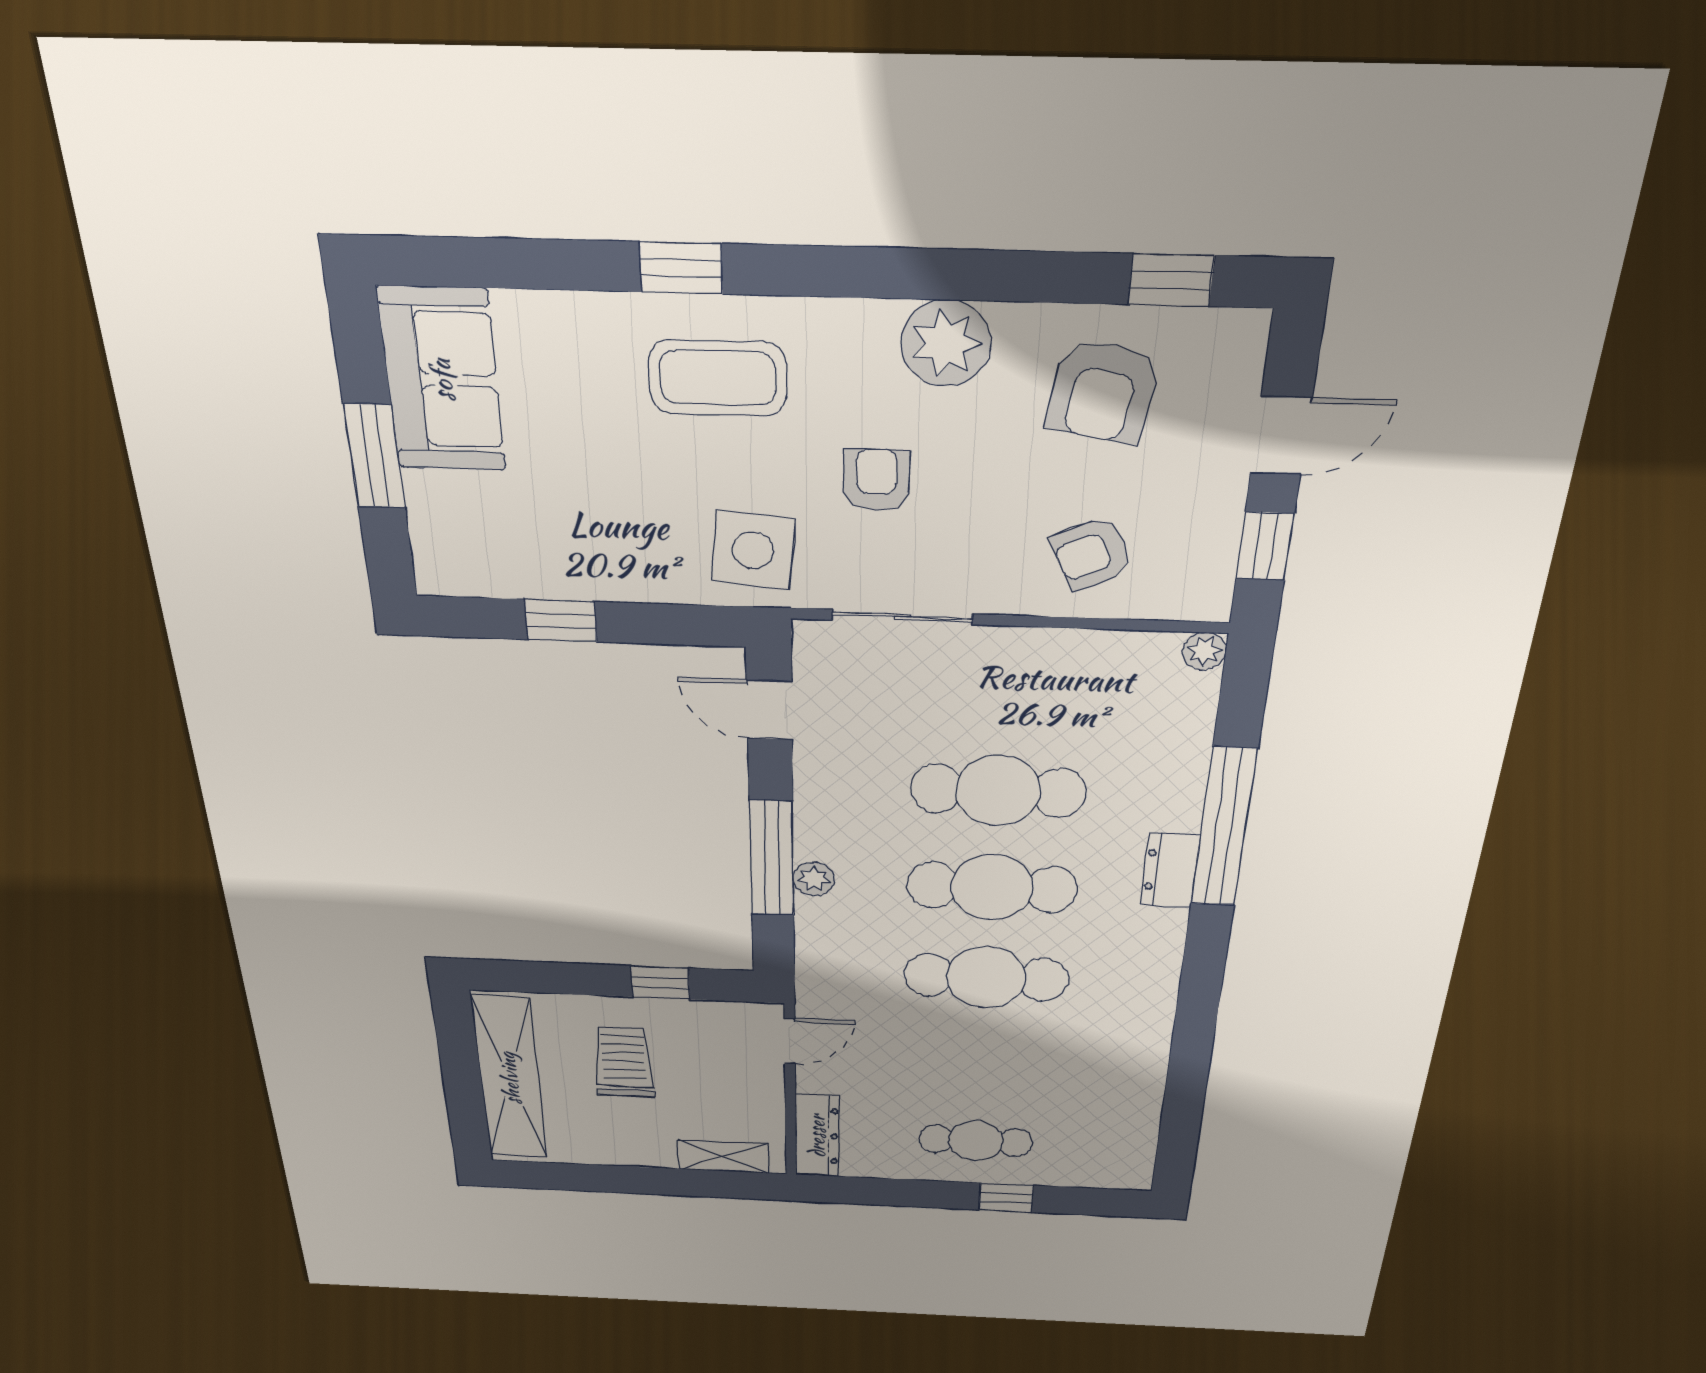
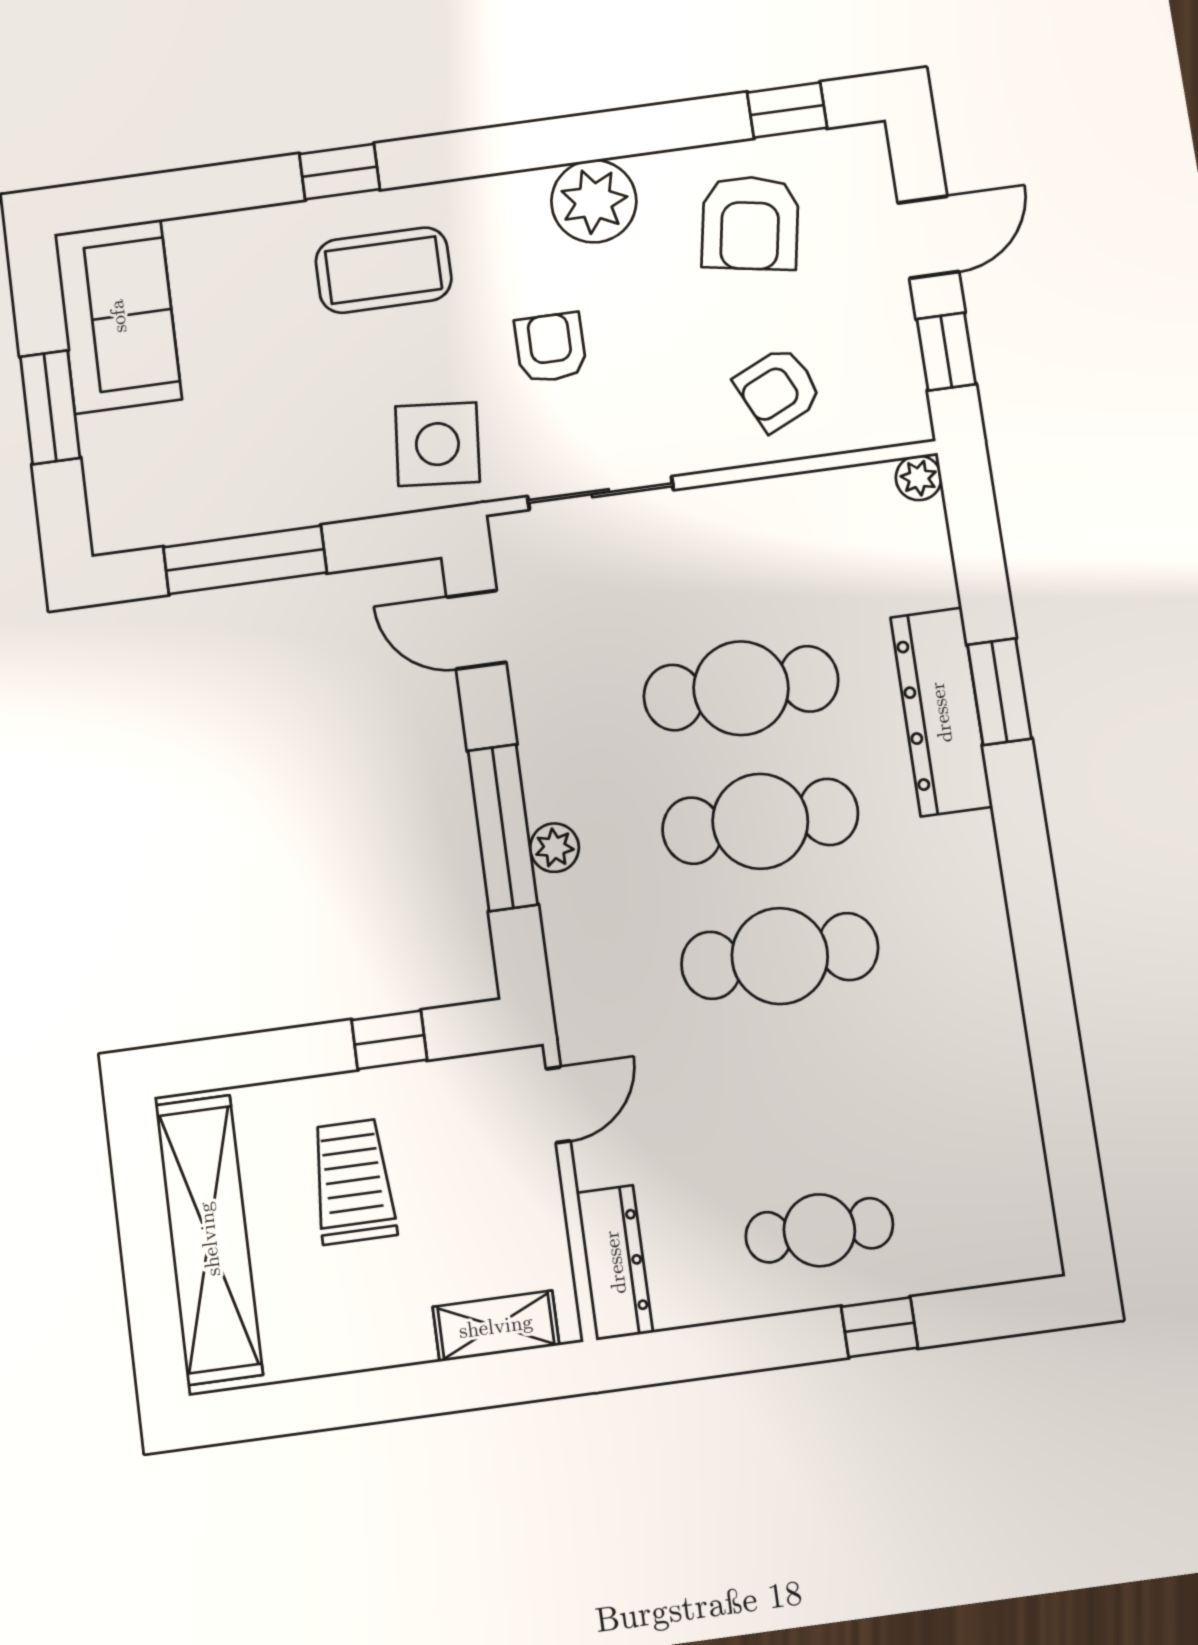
window: (561, 621) -> (245, 560), width x2.17
window: (1224, 828) -> (999, 692), width x0.47
dresser: (1170, 870) -> (941, 712), width x1.96, depth x1.24

